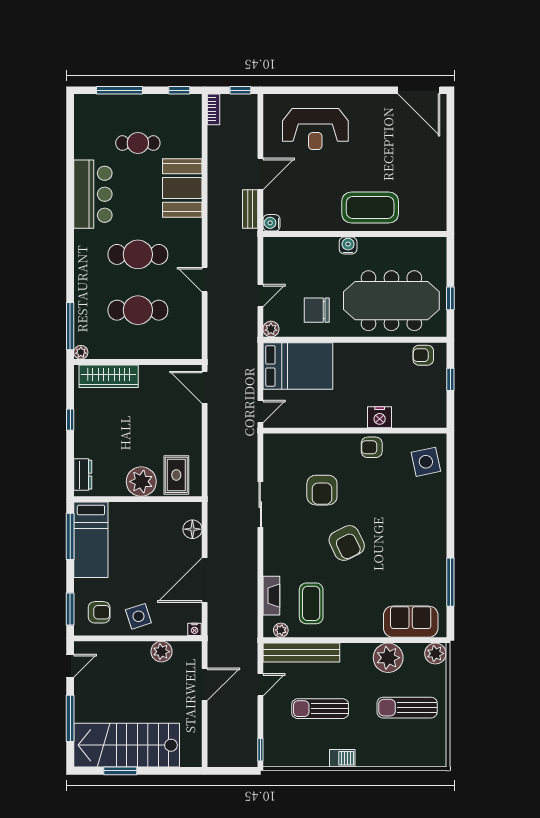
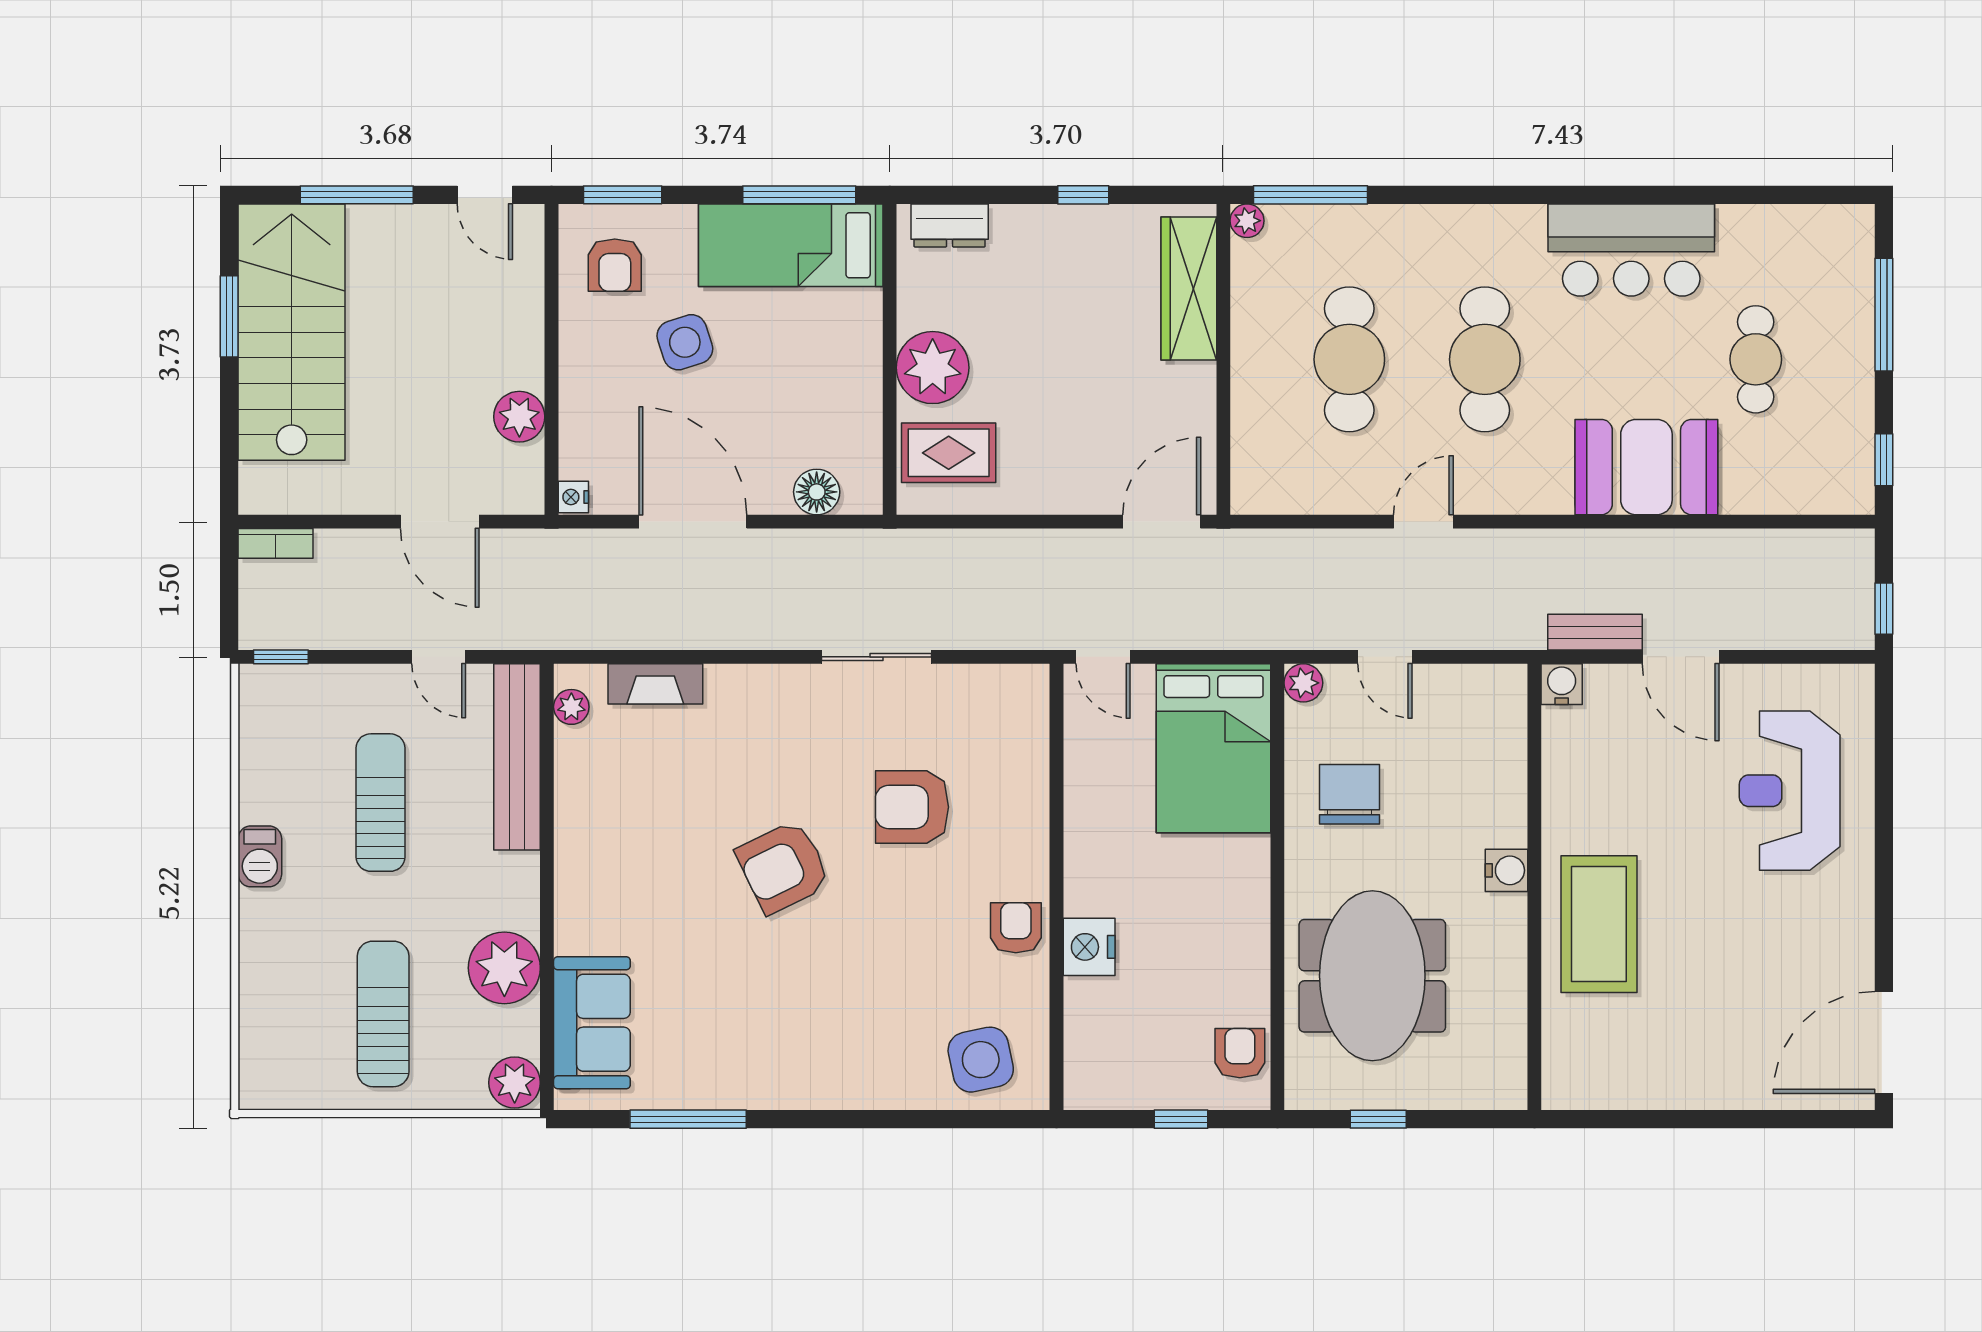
bookcase: (214, 109) -> (276, 543), moved
meeting table: (391, 301) -> (1372, 976), width x0.73
coffee table: (311, 603) -> (636, 781), removed
side table: (138, 616) -> (685, 342), moved

